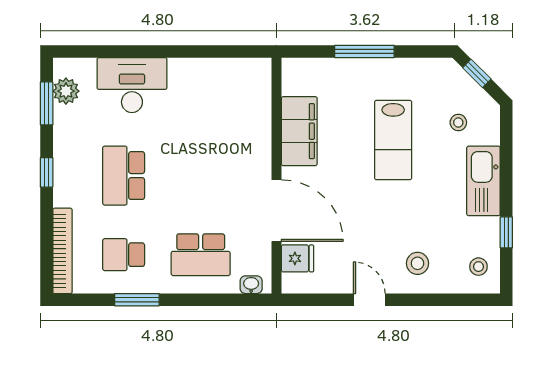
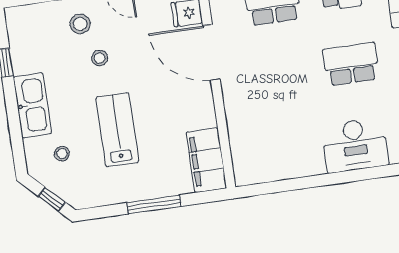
filing cabinet: (299, 131) -> (206, 160), moved
school desk: (124, 176) -> (351, 64), turned -90
stool: (478, 267) -> (100, 58), moved

